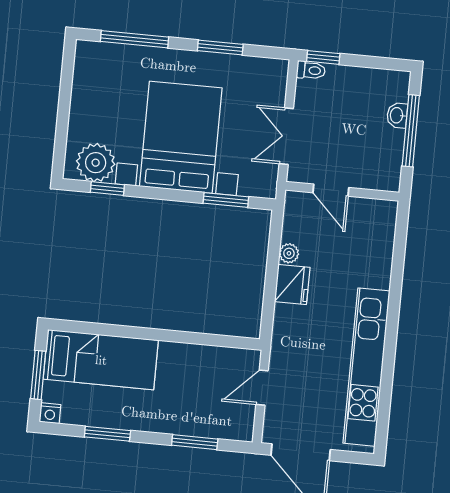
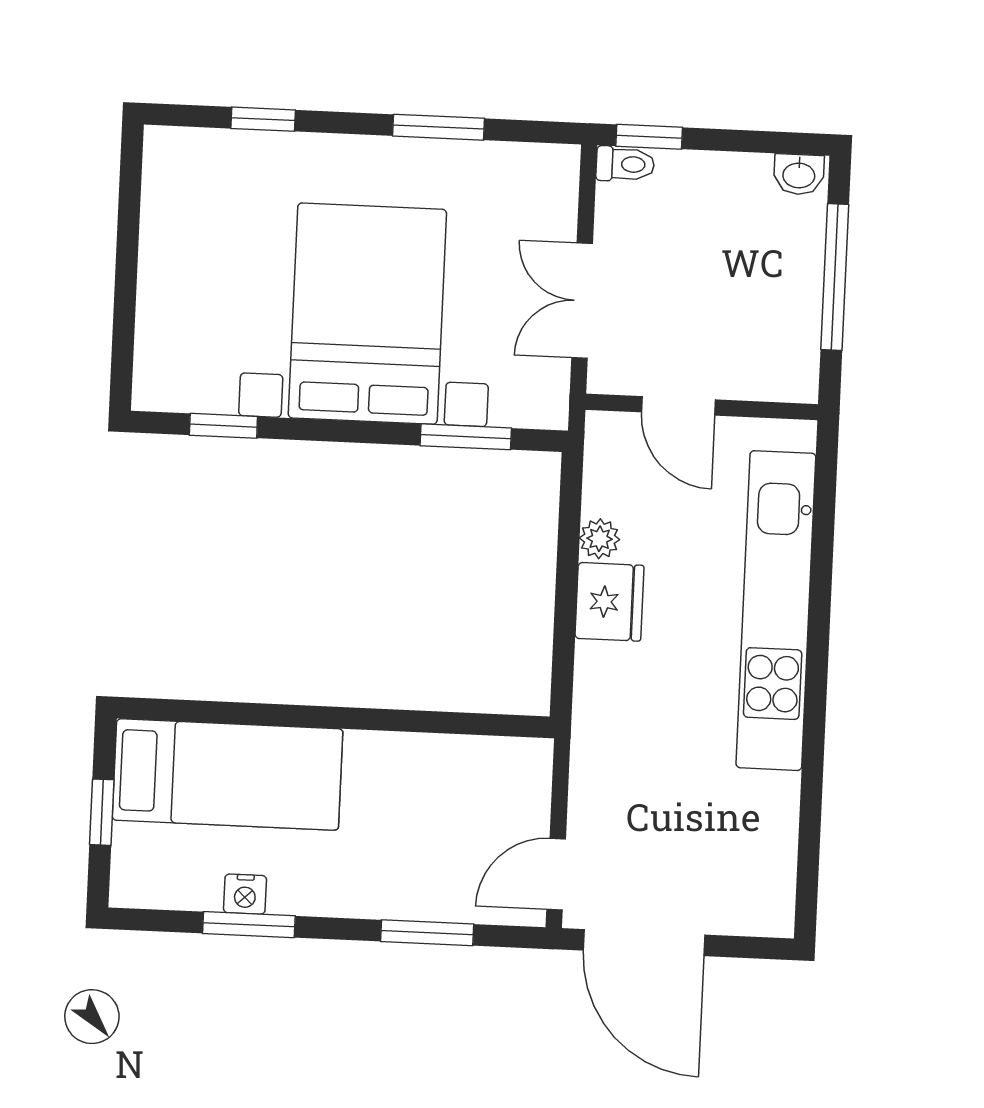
window: (134, 39) -> (263, 119), width x0.46
washbasin: (397, 115) -> (799, 174), moved, turned -90
plant: (96, 163) -> (197, 374), removed
kitchen unit: (366, 367) -> (776, 611), moved
window: (38, 375) -> (102, 812), width x0.67
door: (262, 388) -> (556, 874), moved
nightstand: (50, 413) -> (245, 894), moved

